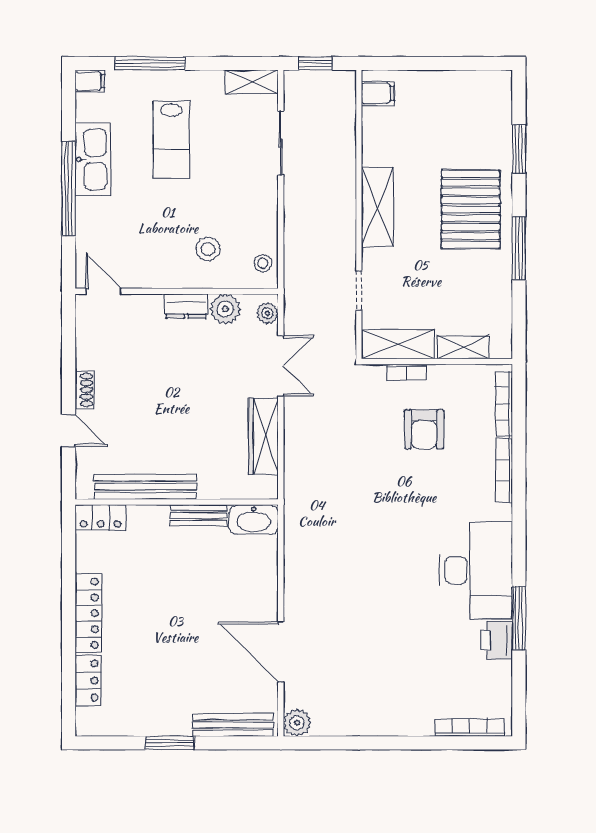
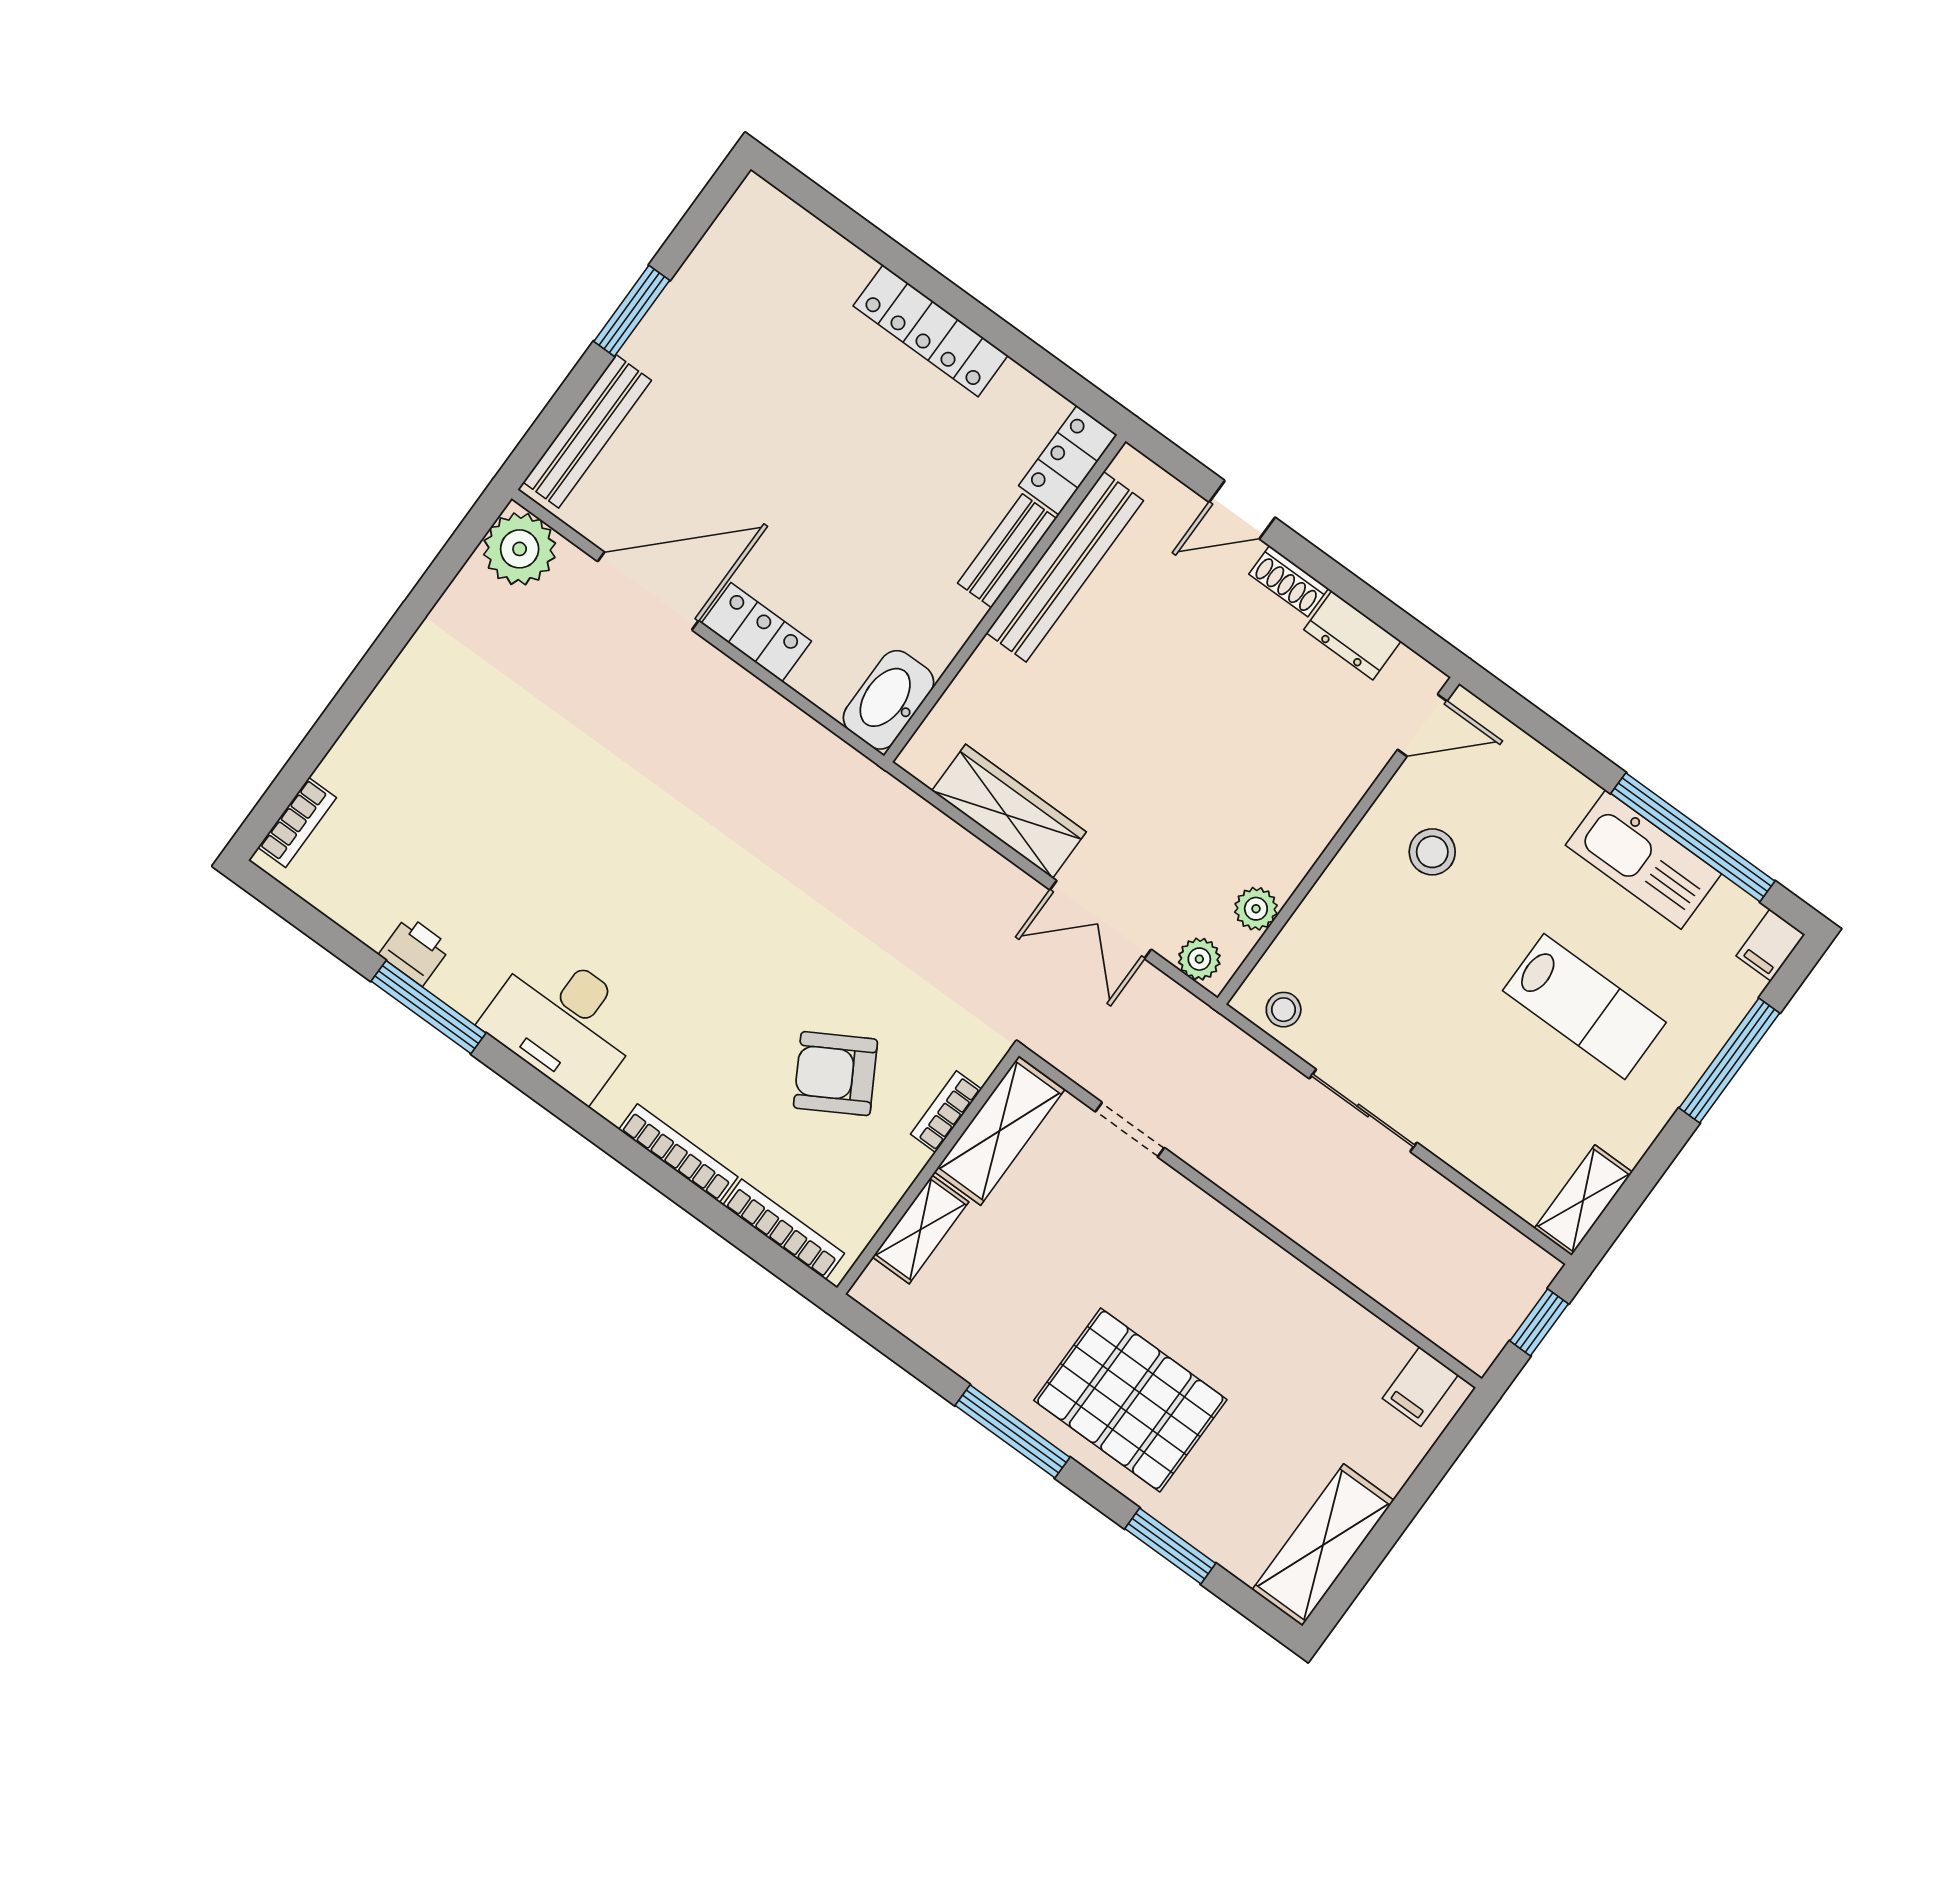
lab bench: (171, 140) -> (1584, 1007), turned 180
sliding door: (281, 143) -> (1363, 1110), moved
window: (69, 189) -> (1693, 837), moved
shelving: (377, 207) -> (1323, 1545), moved, turned 90
stool: (208, 249) -> (1432, 852), moved
dresser: (186, 306) -> (1352, 635), moved, turned -90
plant: (225, 309) -> (1256, 909), width x0.73, depth x0.73
armchair: (424, 429) -> (836, 1074), turned -30
bench: (199, 515) -> (1007, 551), moved
desk: (476, 570) -> (564, 1022), width x0.73, depth x0.77
printer: (497, 640) -> (415, 951), width x0.73, depth x0.81
locker: (88, 680) -> (756, 632), moved, turned 180
plant: (297, 723) -> (520, 549), width x1.36, depth x1.36
bookcase: (470, 728) -> (297, 823), width x0.64

